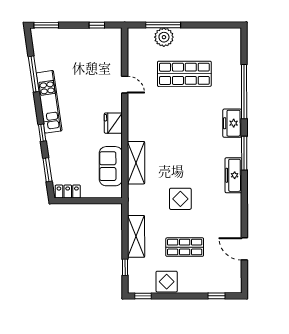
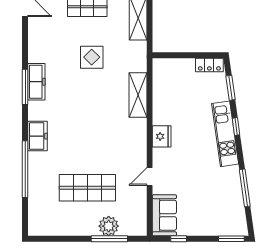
door: (125, 85) -> (150, 177), hinge flipped
kitchen unit: (49, 102) -> (225, 134), moved
window: (244, 153) -> (25, 87), moved
sofa: (111, 166) -> (164, 215), moved

